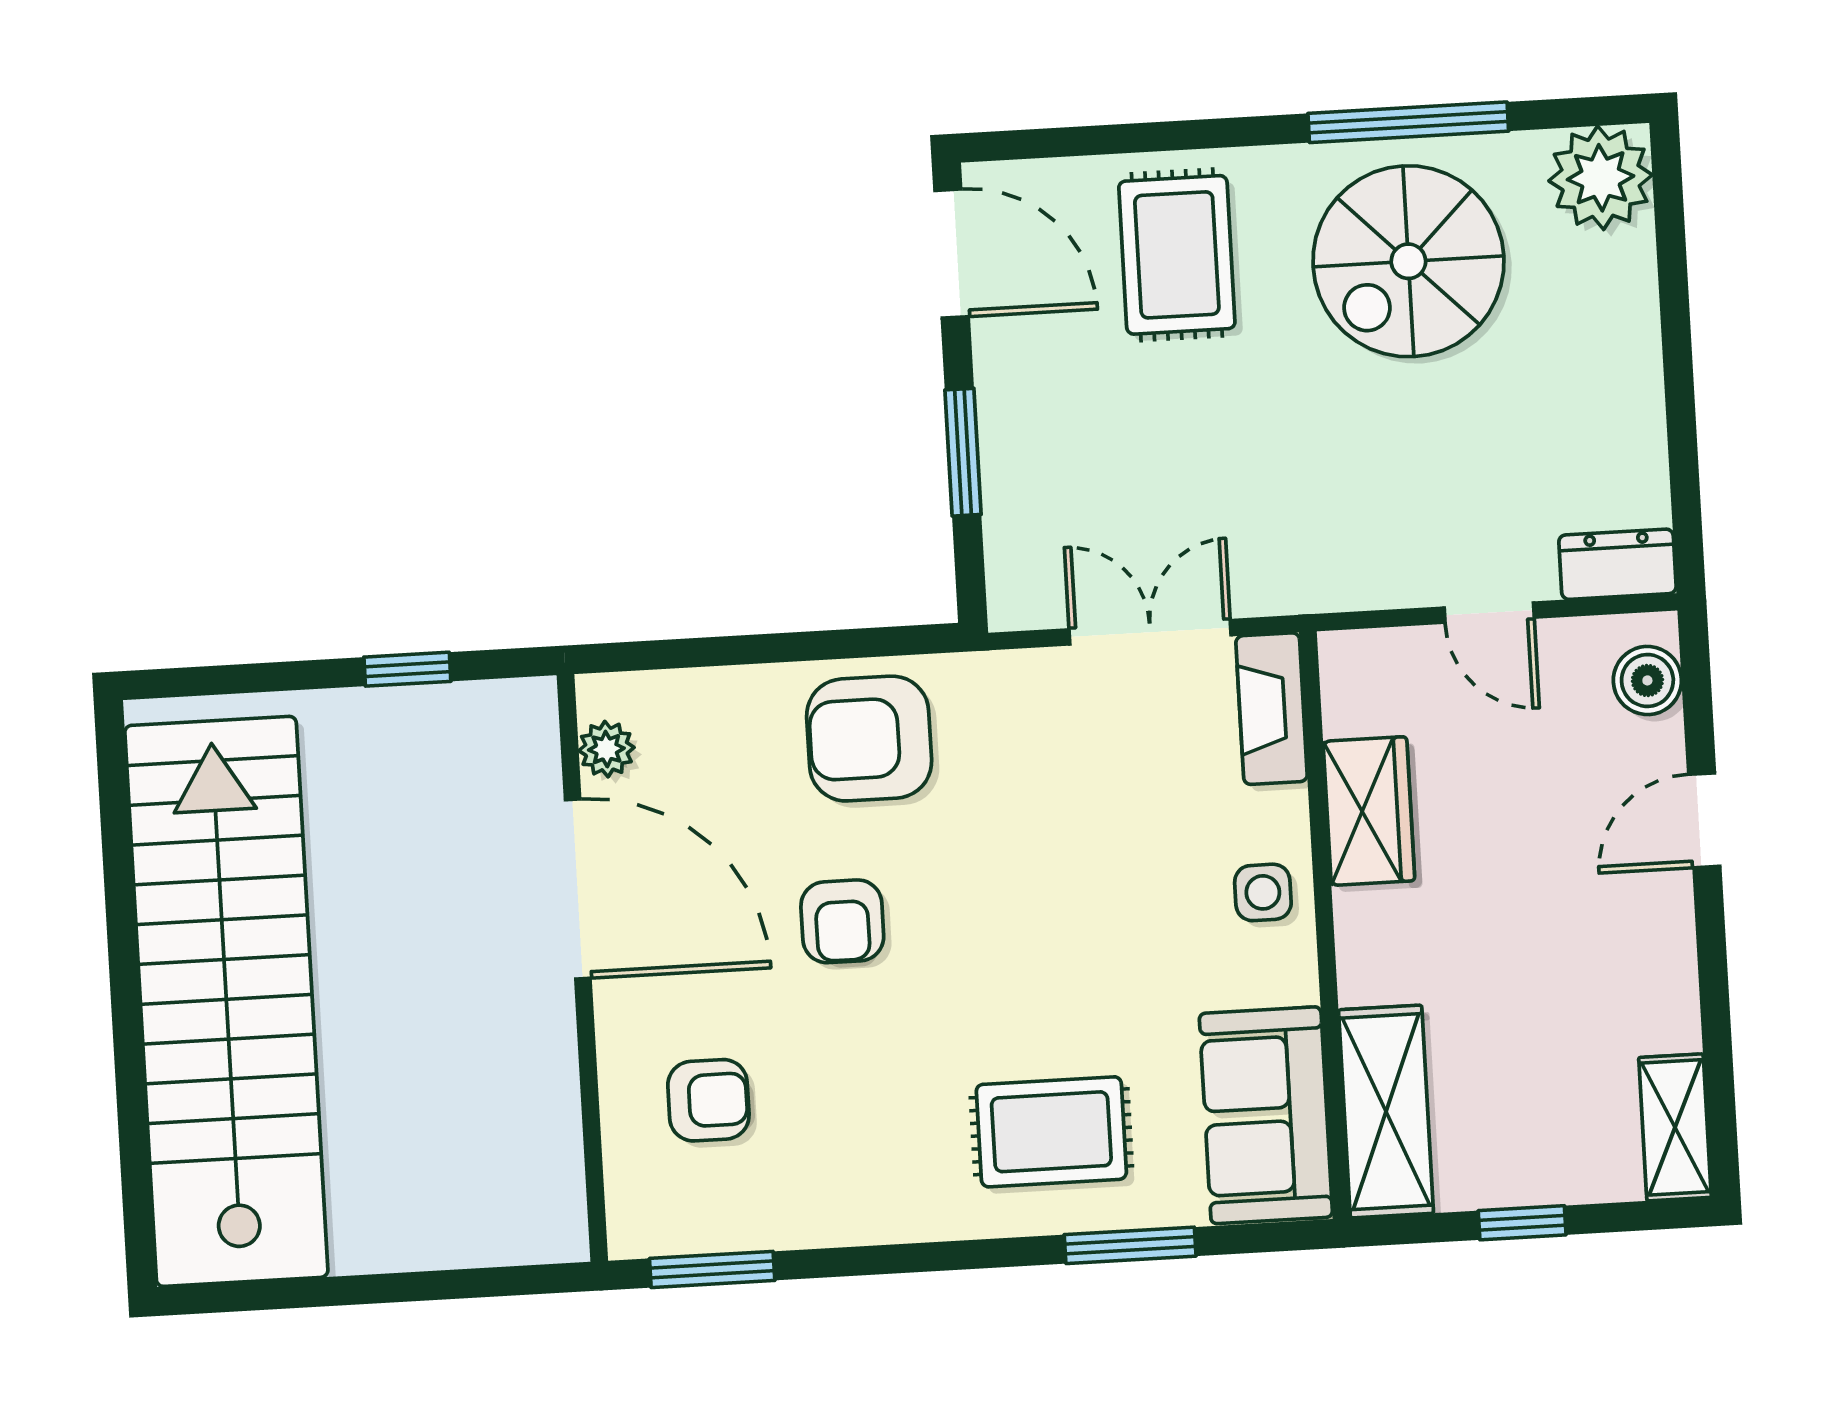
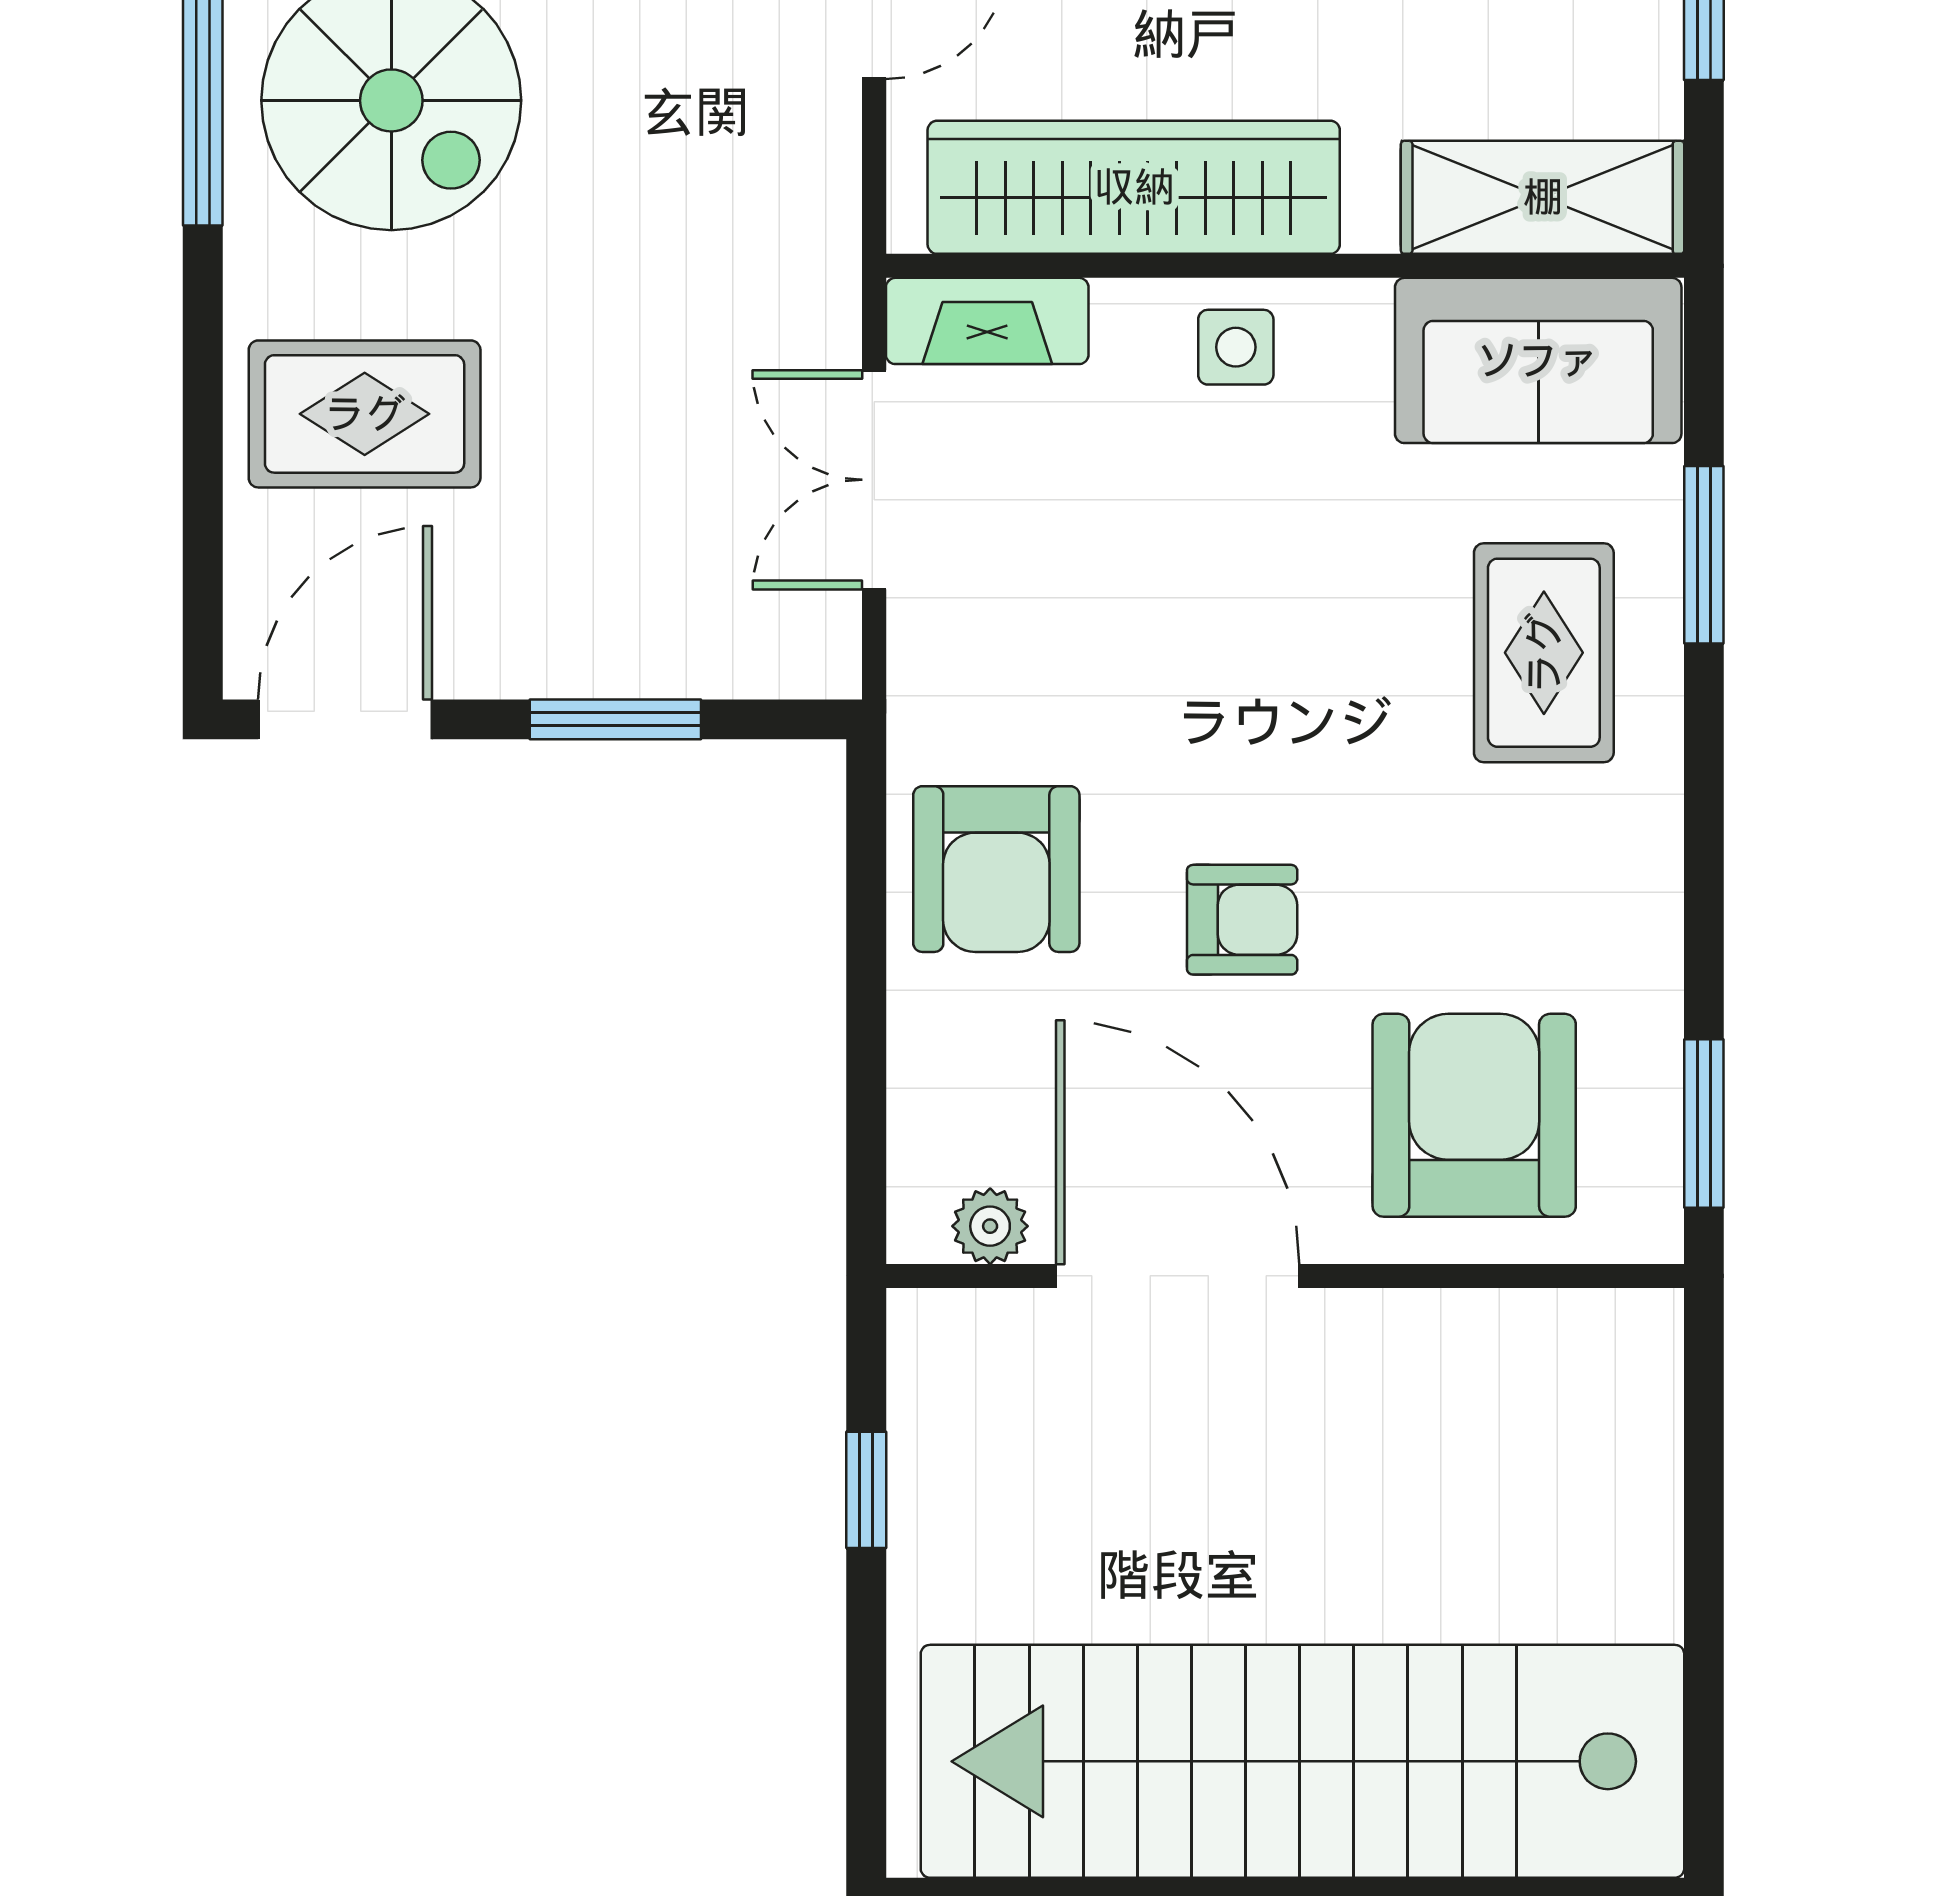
wardrobe: (1369, 811) -> (1134, 187), width x2.10, depth x1.17
door: (578, 889) -> (1178, 1276), hinge flipped
armchair: (708, 1100) -> (1474, 1115), width x1.88, depth x1.88

